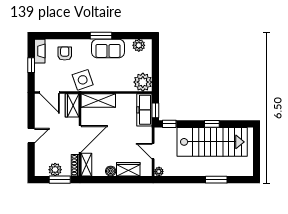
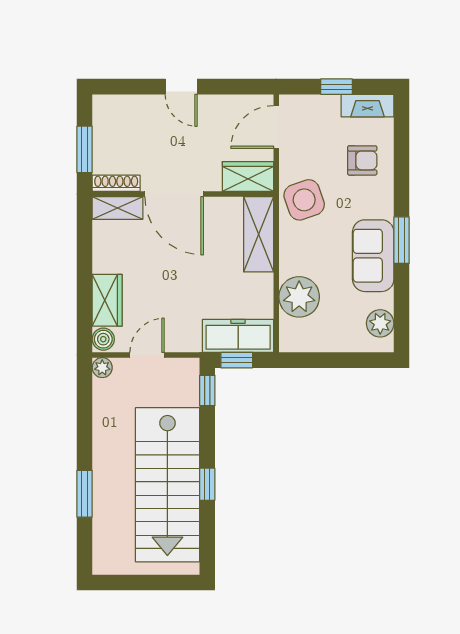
plant: (143, 82) -> (299, 297), moved
plant: (55, 170) -> (107, 139), removed
boiler: (111, 171) -> (103, 339), moved

